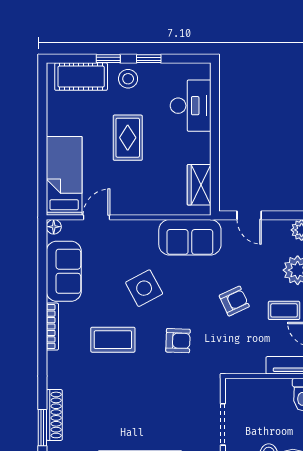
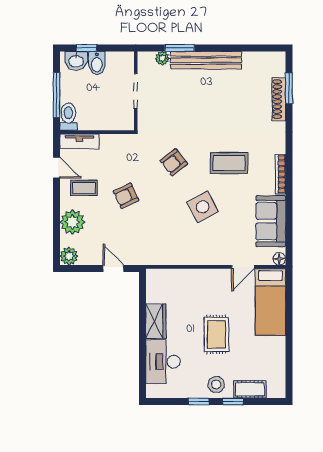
cot: (81, 77) -> (250, 389), width x0.73, depth x0.75
wardrobe: (199, 185) -> (156, 321), moved
sofa: (190, 237) -> (164, 250), removed
armchair: (178, 341) -> (174, 162), turned -40

